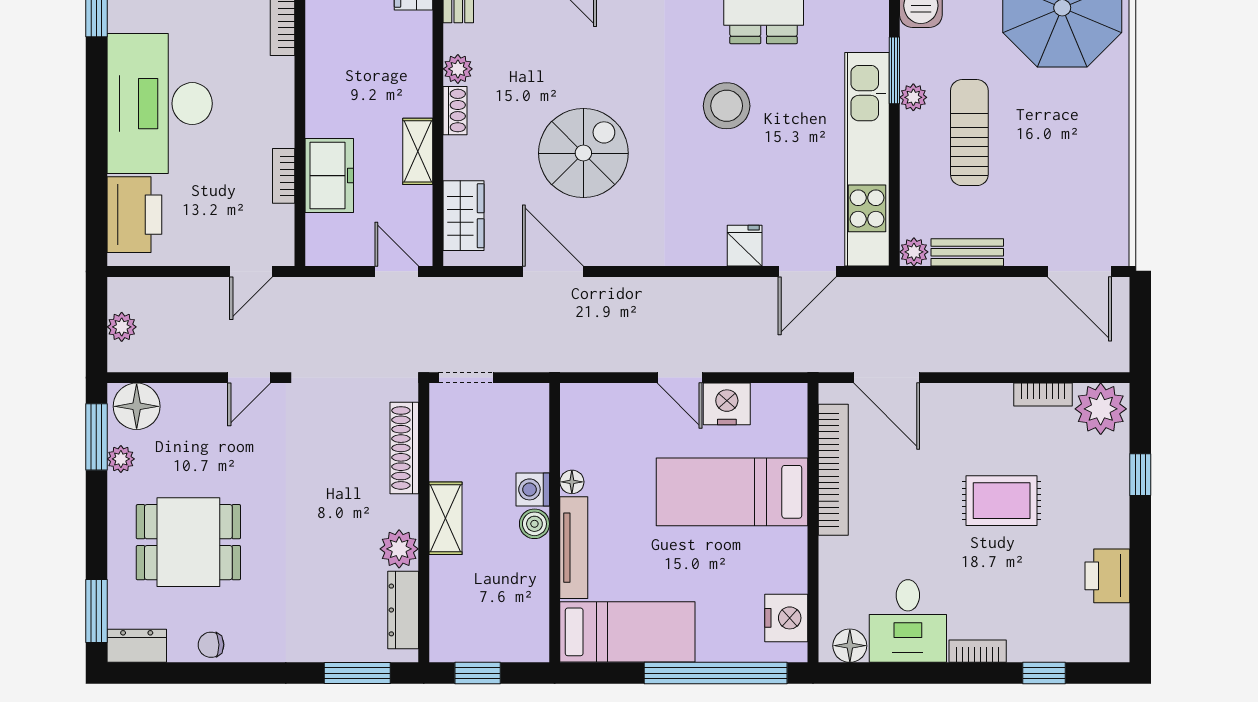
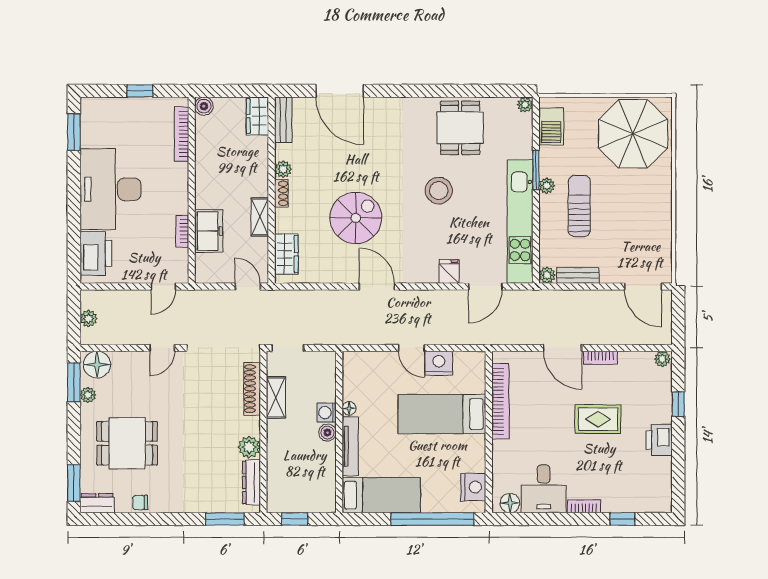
door: (553, 271) -> (377, 286), moved
door: (887, 378) -> (563, 348), moved
bookcase: (1043, 395) -> (600, 358), moved
plant: (1101, 409) -> (662, 359), width x0.53, depth x0.53
shelving: (445, 518) -> (276, 397), moved
printer: (1107, 576) -> (659, 440), moved

